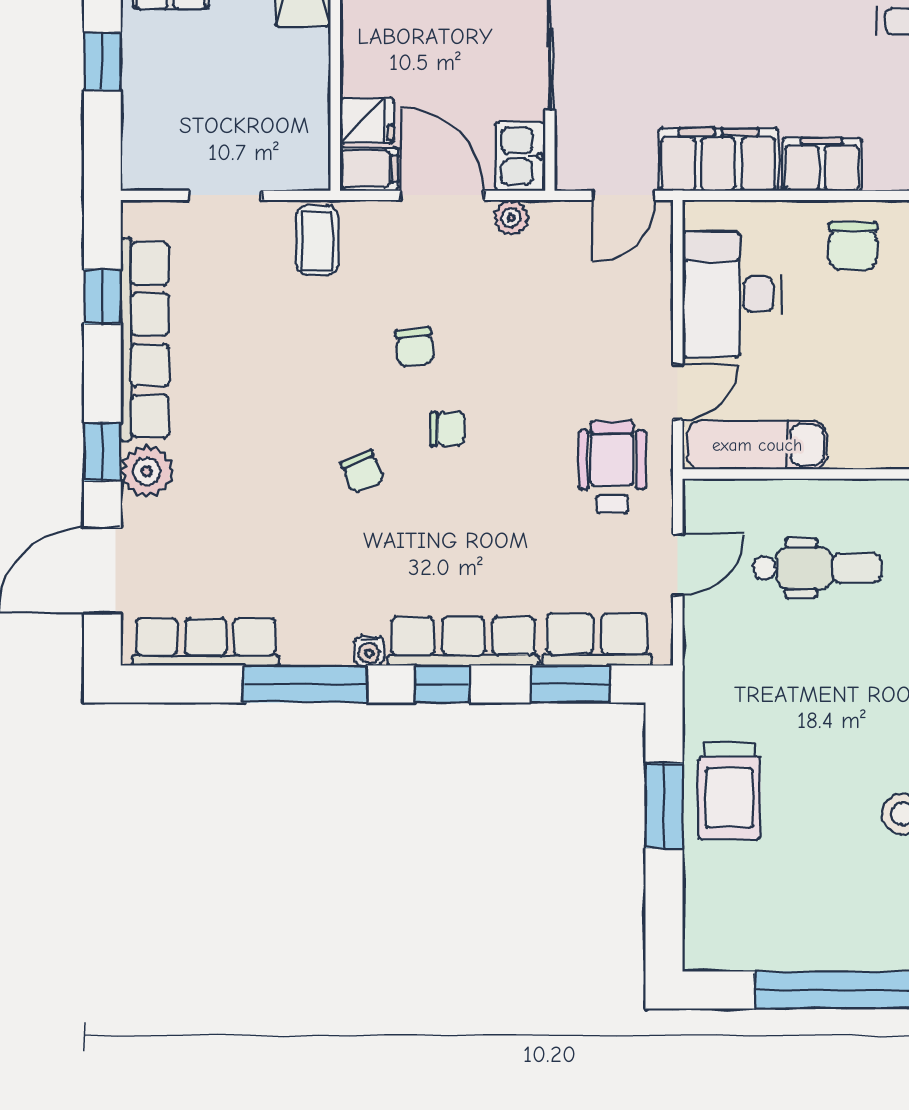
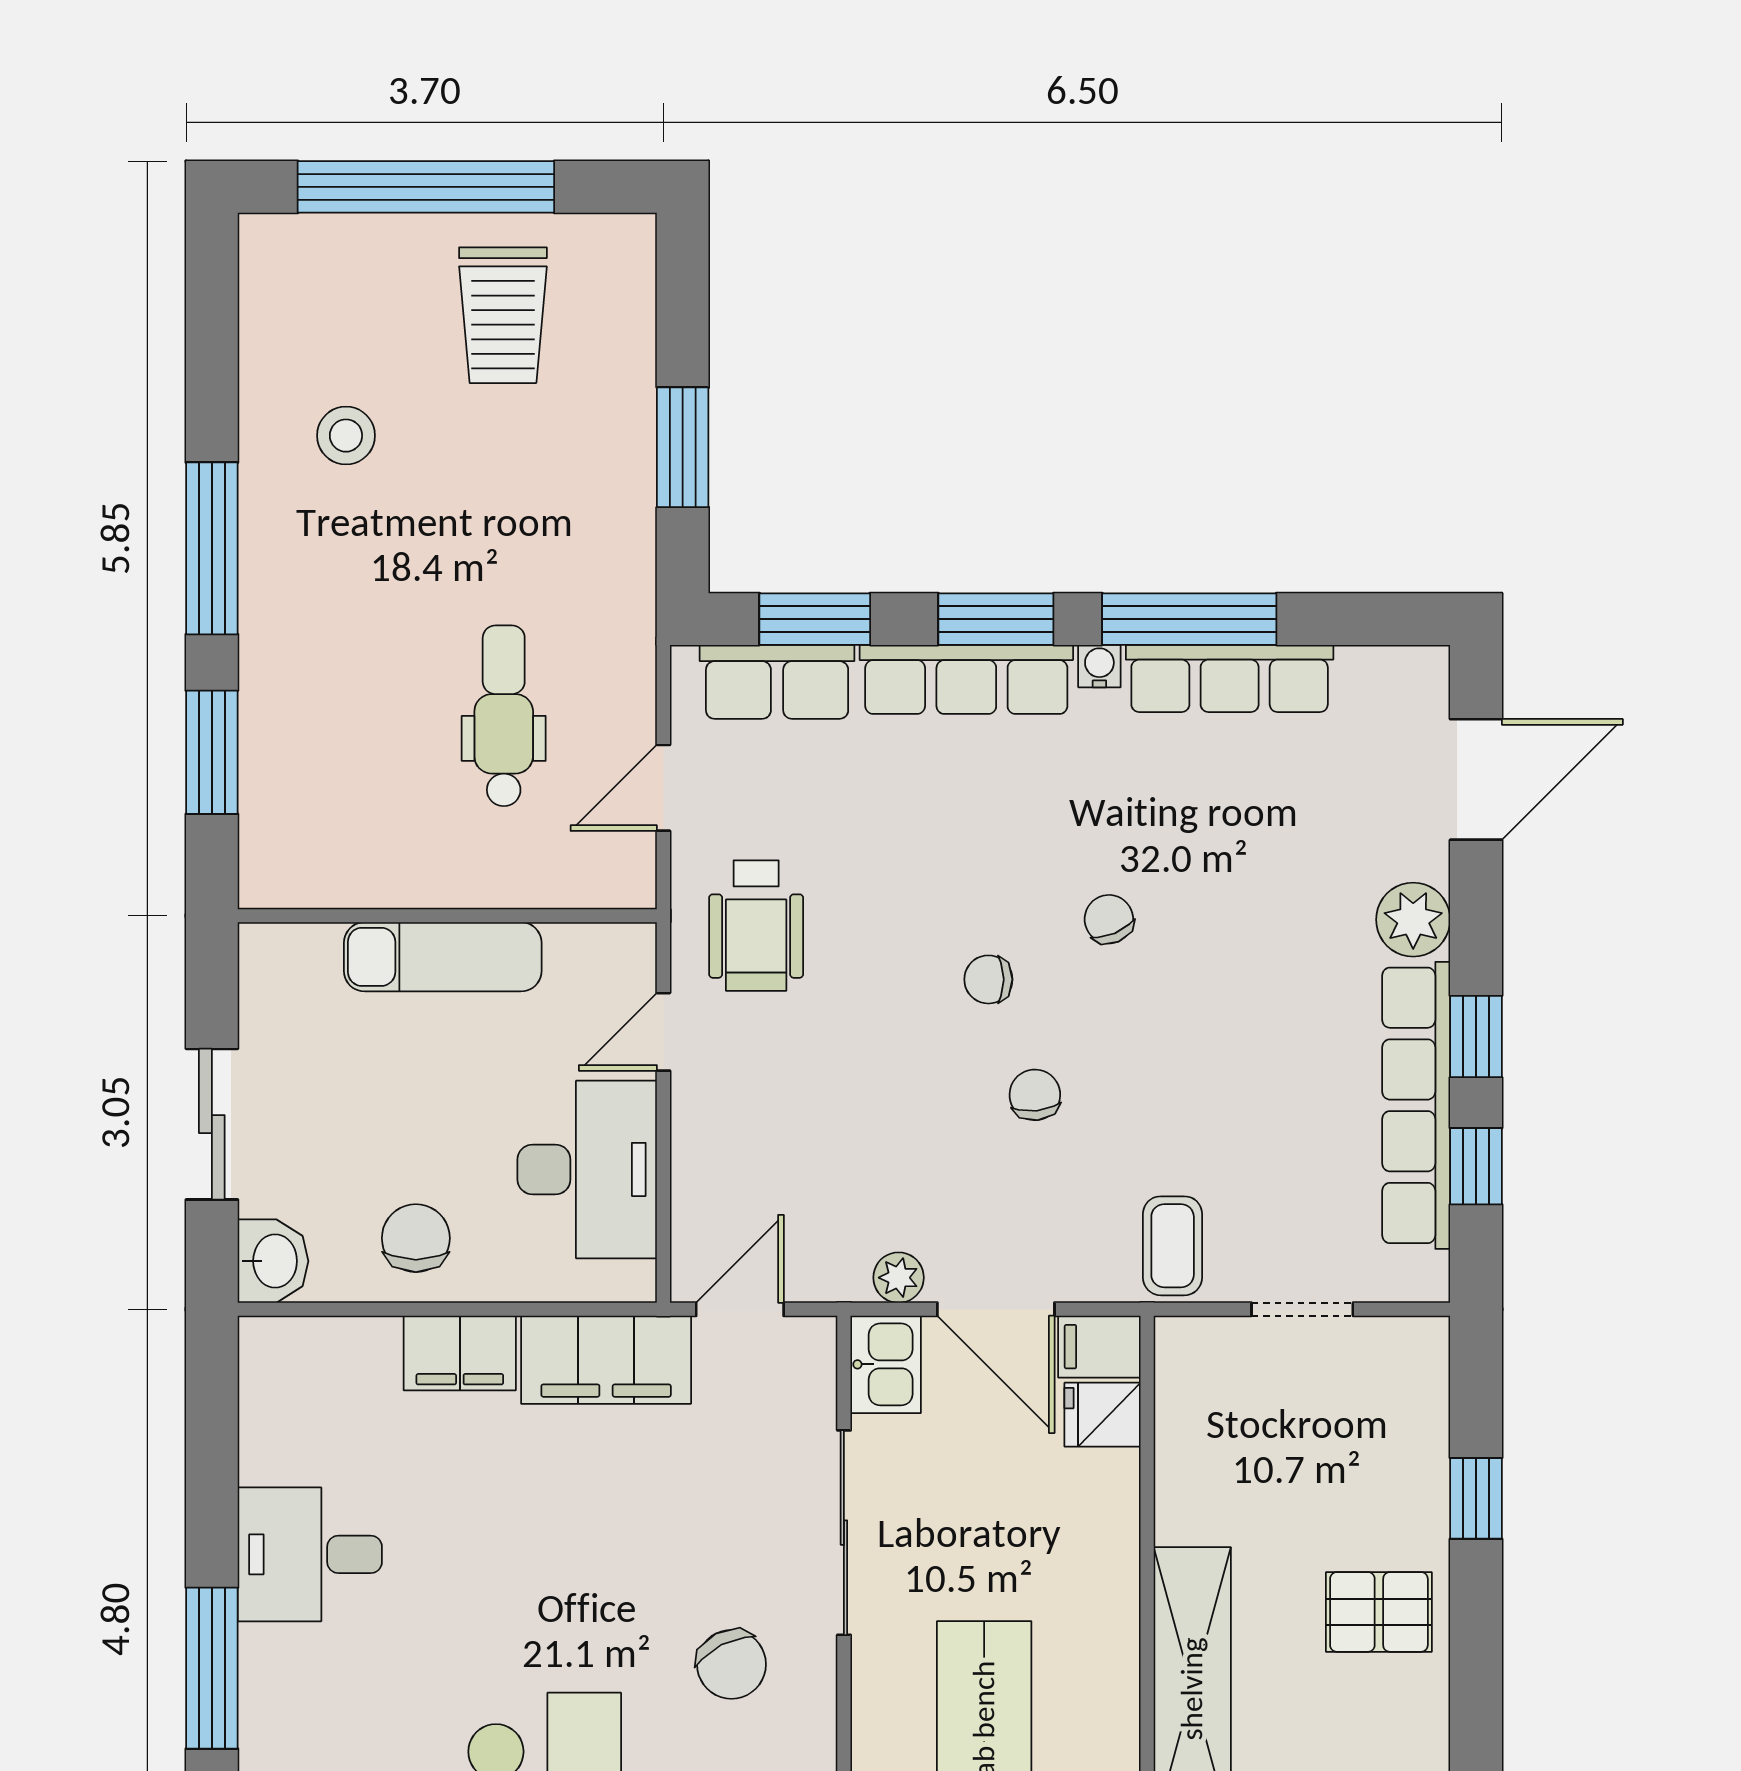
exam couch: (757, 445) -> (443, 957), moved
window: (102, 452) -> (1476, 1037), moved
dental chair: (817, 568) -> (504, 716), moved, turned 90
row of seats: (206, 642) -> (1230, 678), moved
window: (442, 684) -> (996, 619), width x1.50
trolley: (729, 791) -> (503, 315), moved, turned 180

